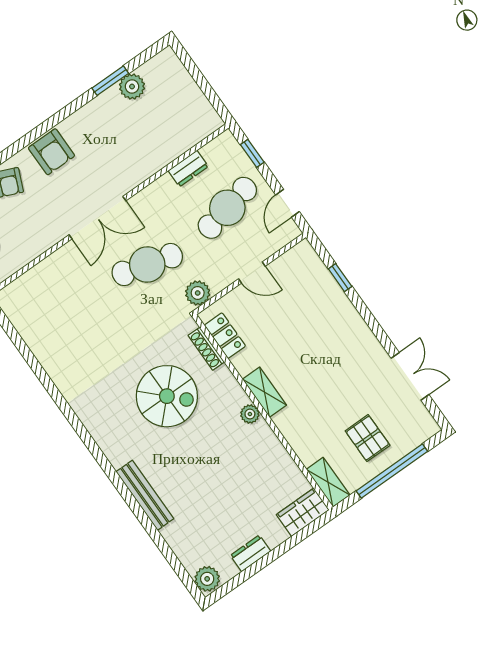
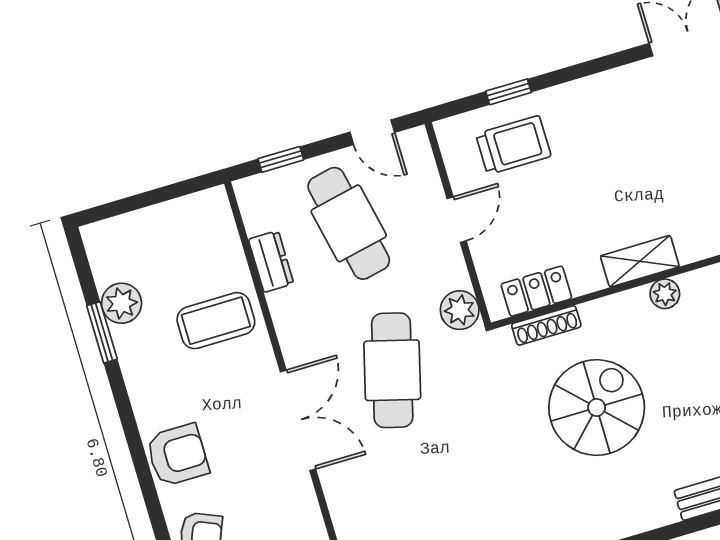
coffee table: (141, 147) -> (216, 321), added
trolley: (309, 291) -> (513, 145), added

